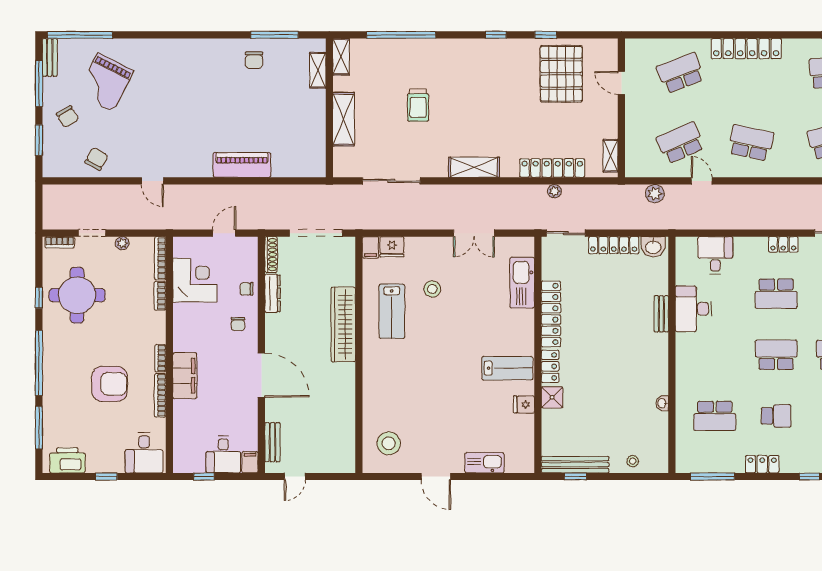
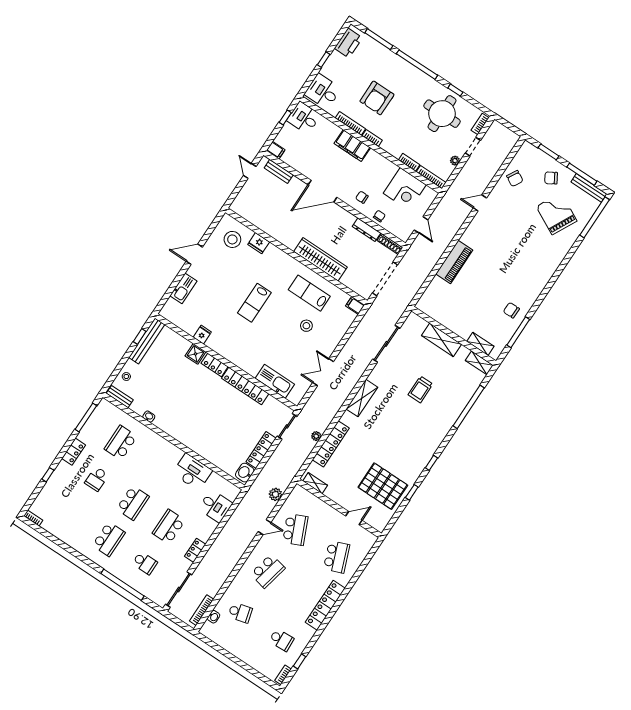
bench: (50, 57) -> (589, 188), width x1.36
trolley: (418, 105) -> (420, 389), turned -90
fridge: (392, 247) -> (259, 243), moved, turned -90
bench: (661, 314) -> (120, 397), moved
lab bench: (507, 368) -> (254, 303), moved
desk: (223, 454) -> (304, 118), moved

